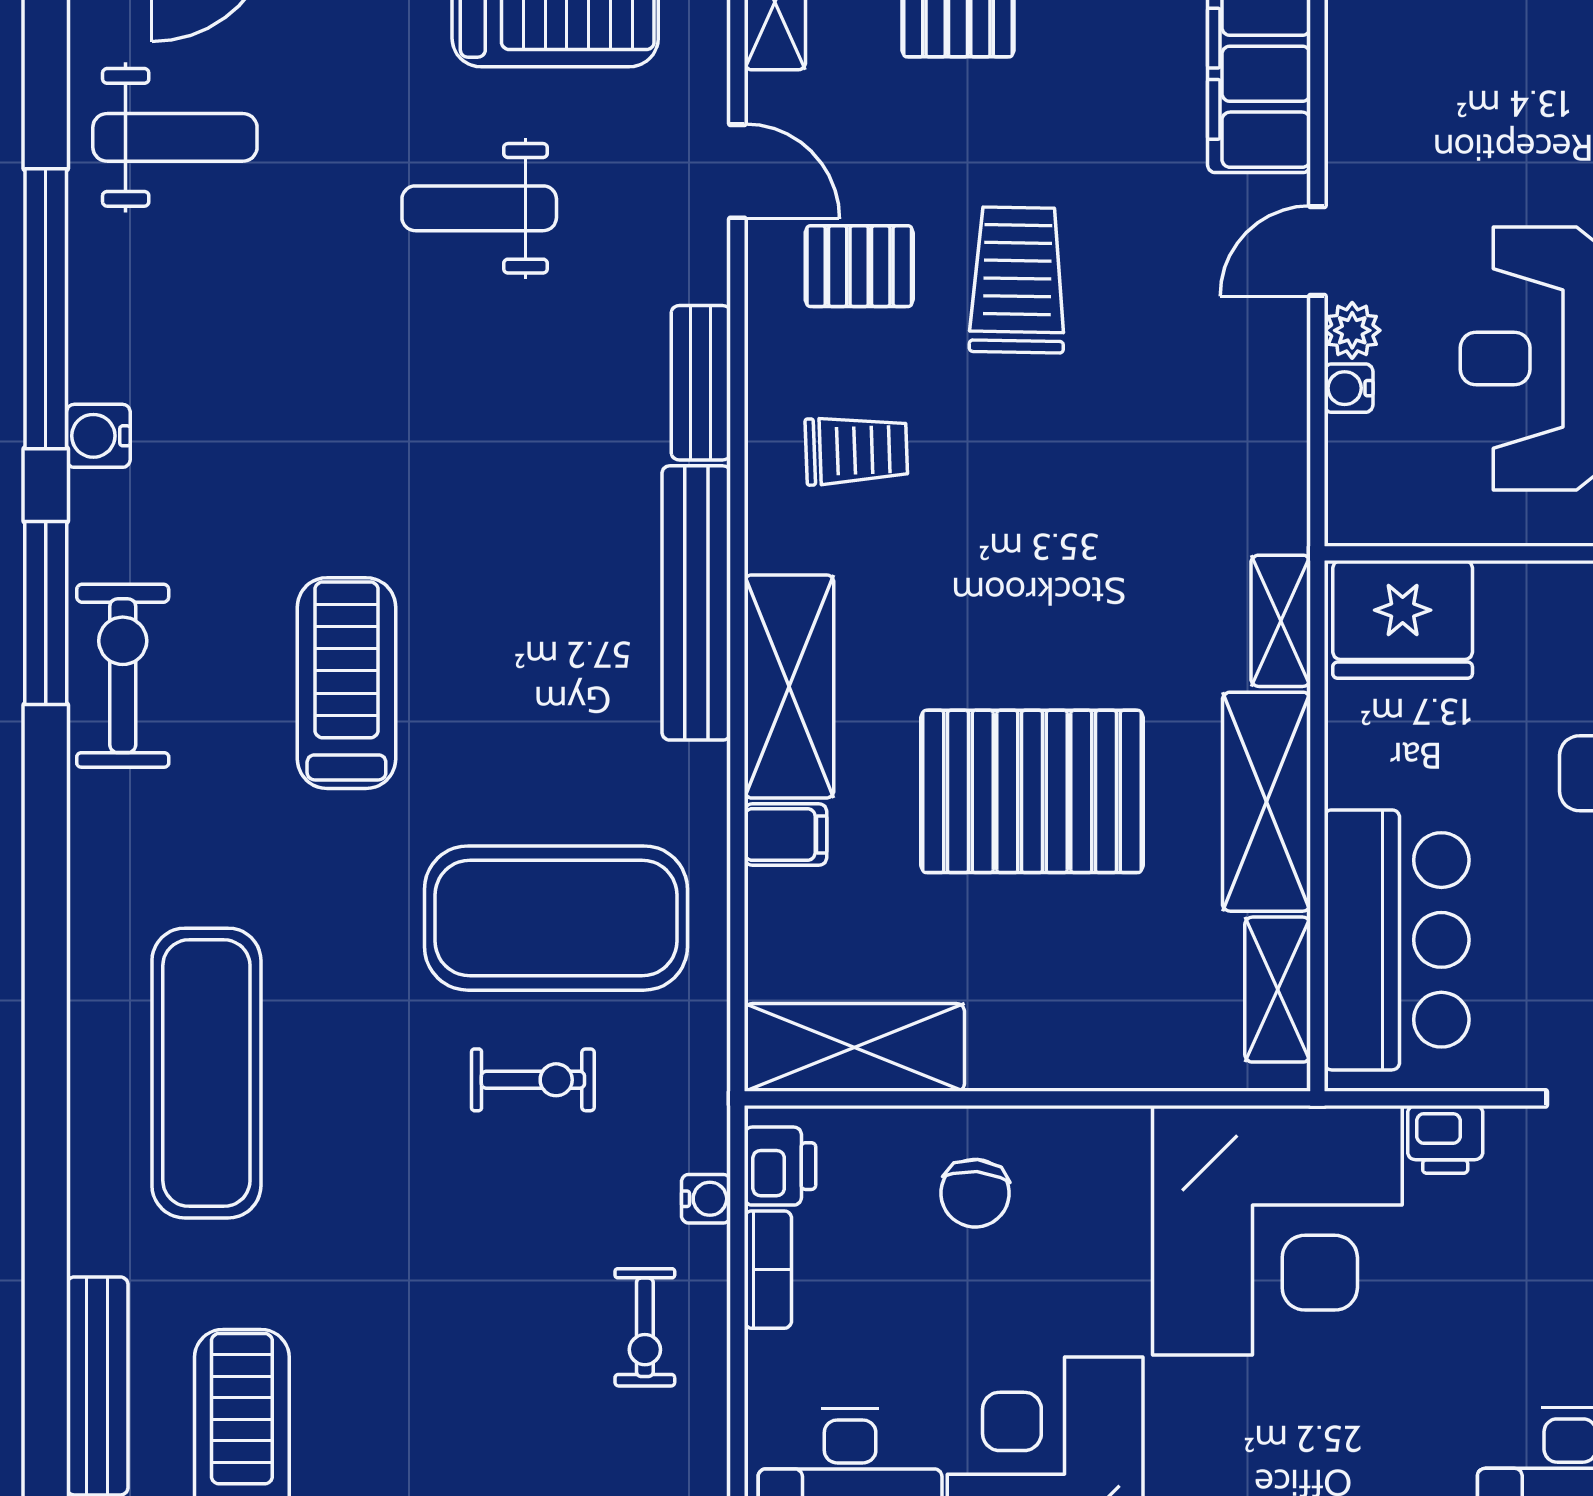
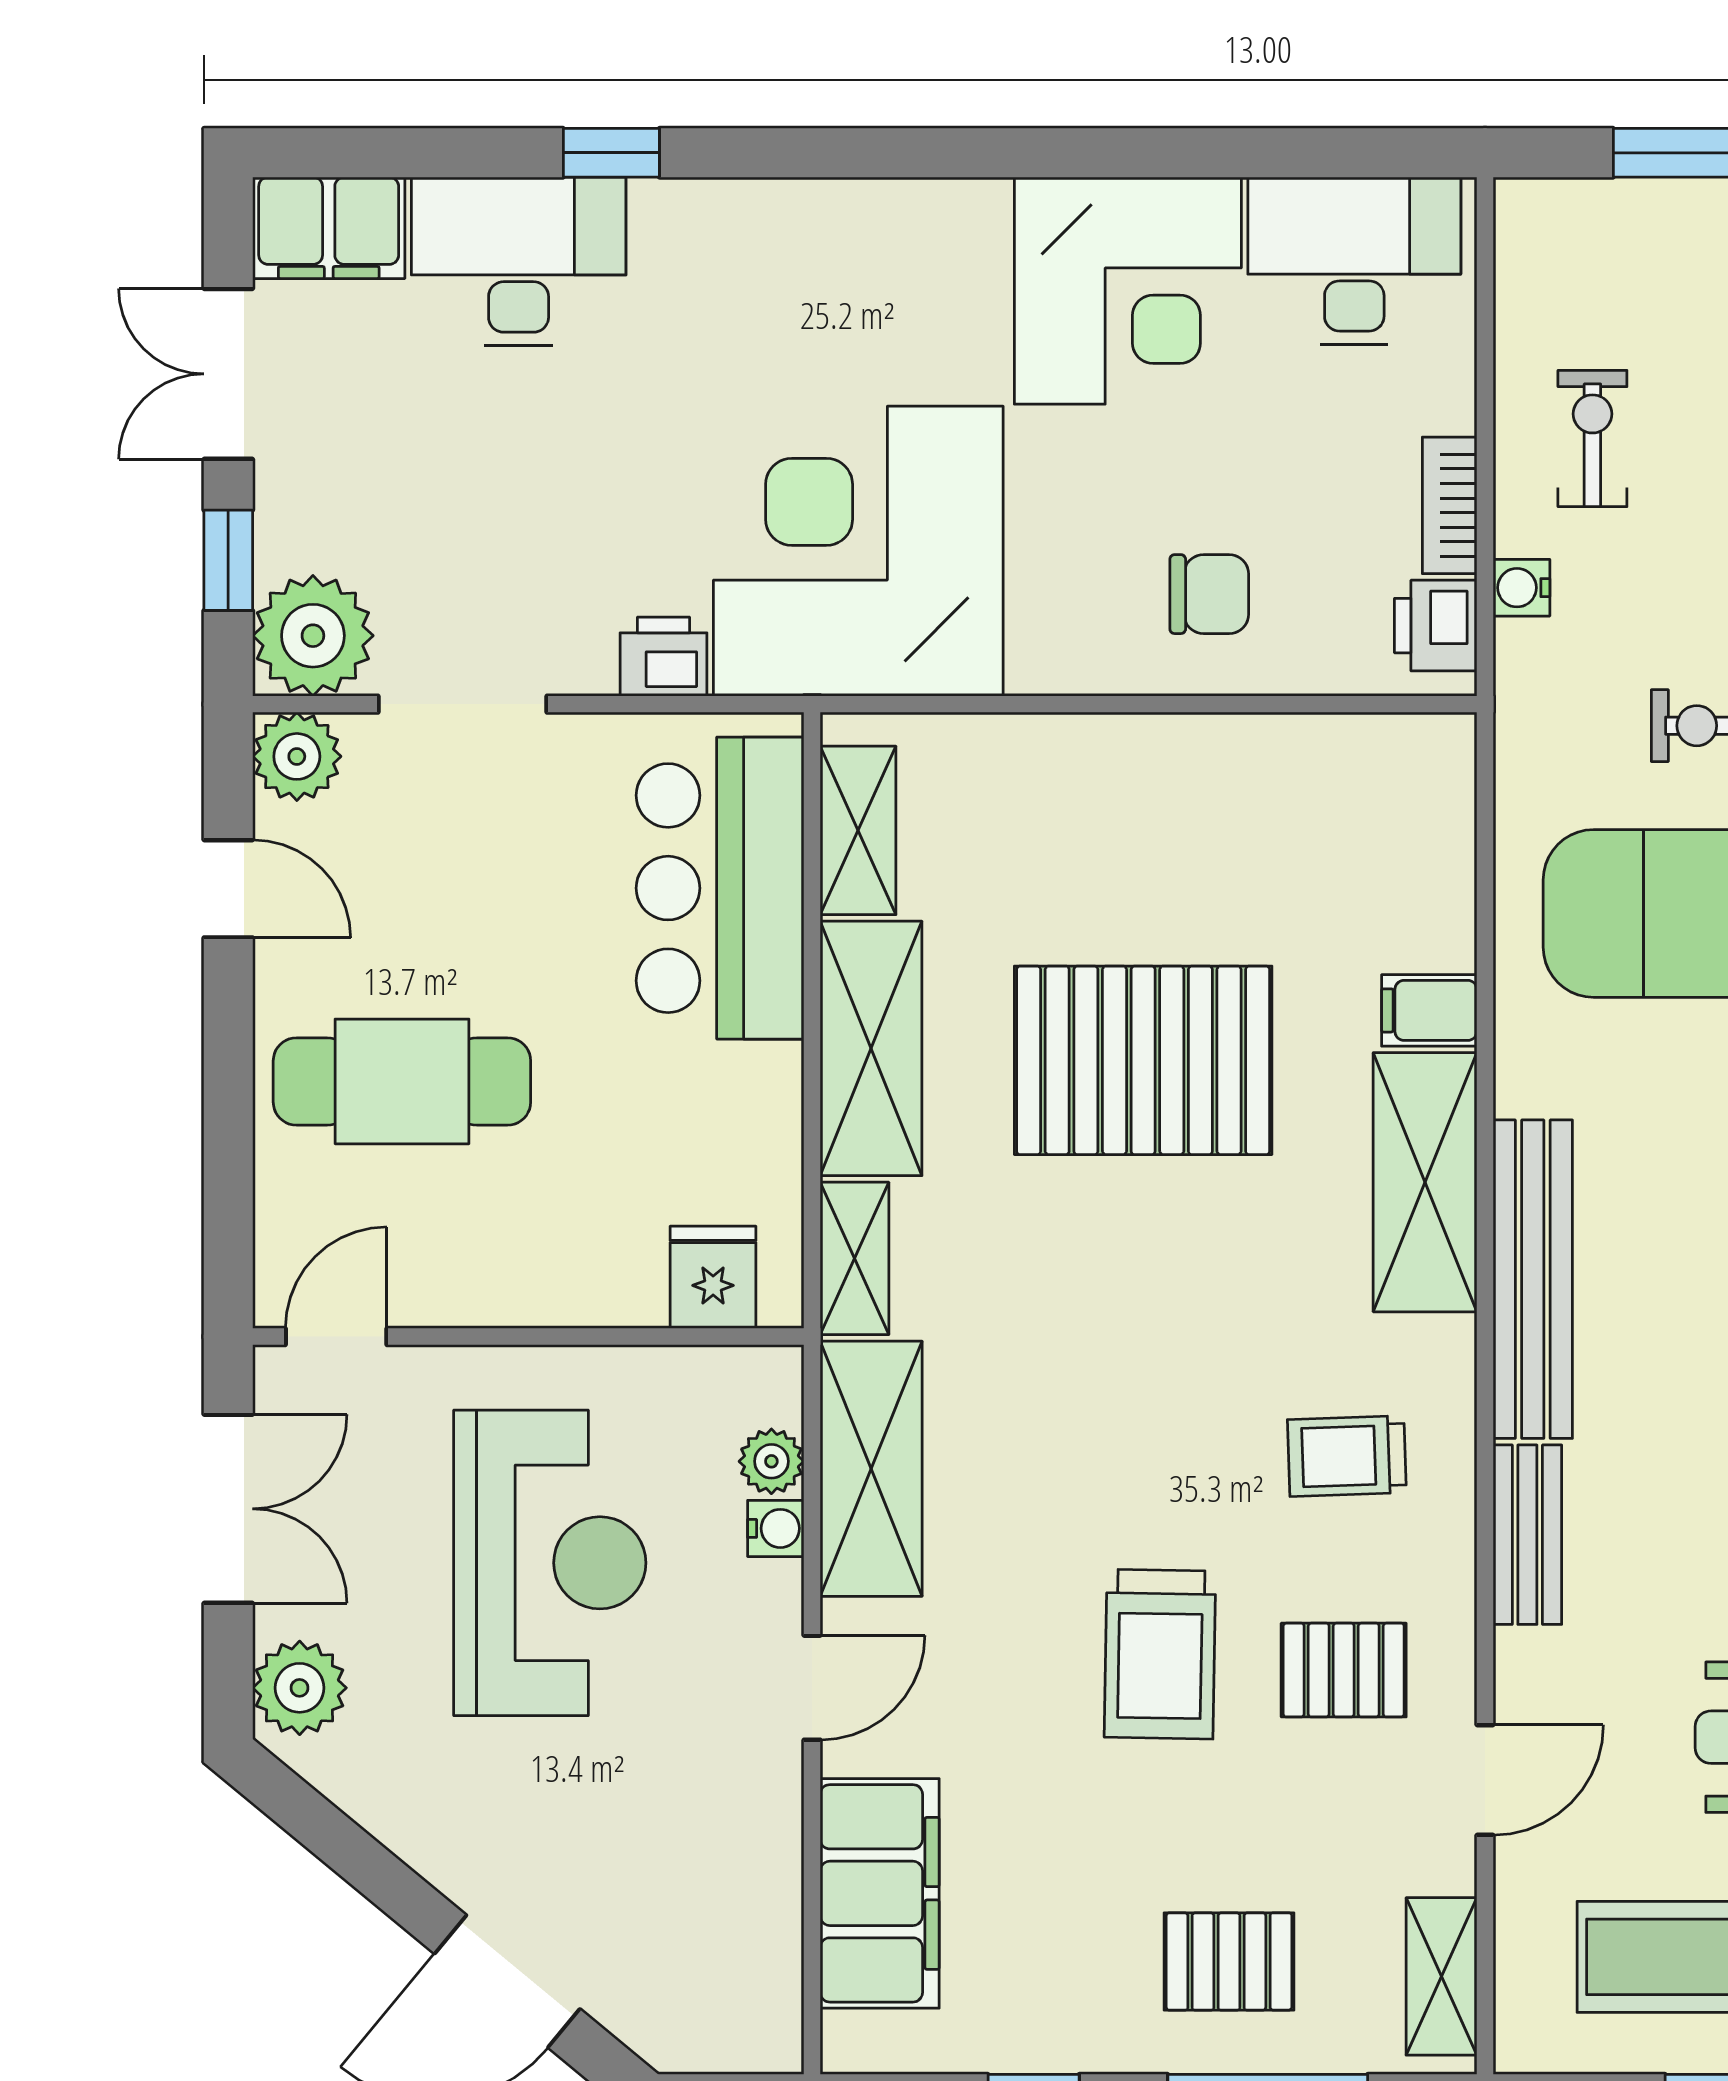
door: (737, 171) -> (1485, 1780), swing flipped
plant: (1352, 330) -> (771, 1461), moved
fridge: (1403, 619) -> (713, 1277), width x0.53, depth x0.75
shelving: (854, 1047) -> (871, 1469), moved, turned 90
chair: (975, 1193) -> (1209, 594), turned 85

